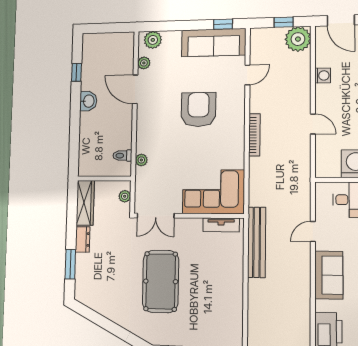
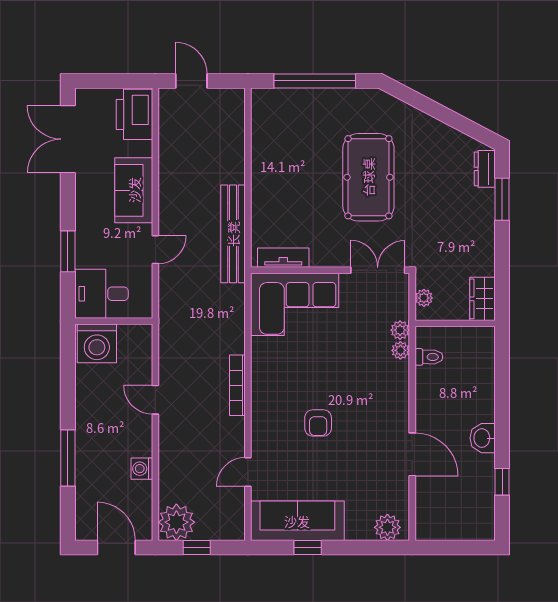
window: (223, 24) -> (308, 547), moved
plant: (144, 63) -> (400, 330), moved
armchair: (198, 109) -> (318, 423), width x0.53, depth x0.53
wardrobe: (85, 203) -> (482, 299), width x0.67
dresser: (83, 239) -> (485, 169), moved

